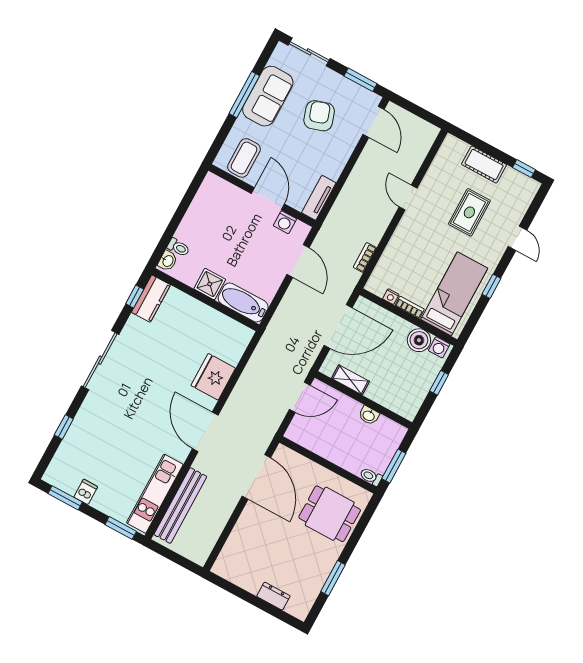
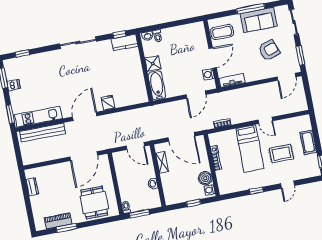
door: (408, 197) -> (265, 120), swing flipped
bed: (454, 294) -> (250, 149), moved, turned 90
fridge: (213, 377) -> (108, 103), width x0.53, depth x0.75
window: (64, 427) -> (22, 54), moved
piano: (314, 582) -> (58, 221), added
dresser: (273, 596) -> (32, 187), moved

